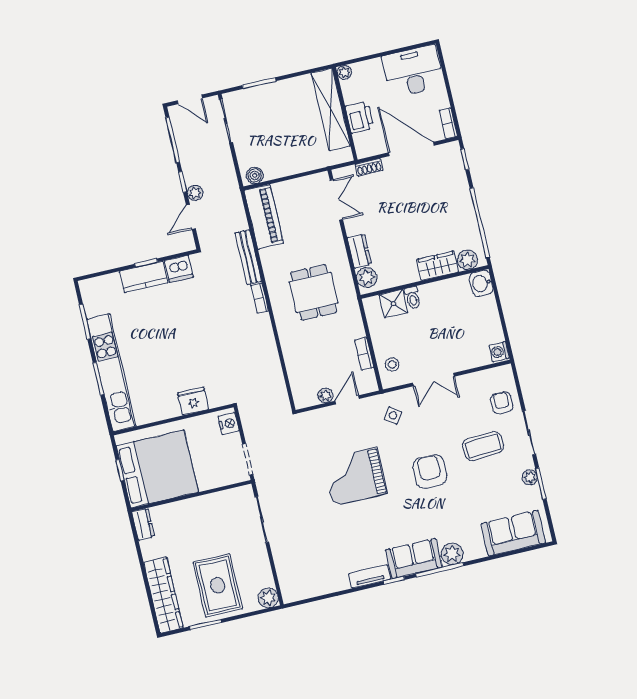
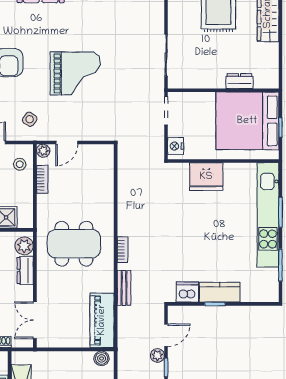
bench: (248, 257) -> (124, 288), width x0.73
dining table: (314, 292) -> (74, 244), width x1.38
plant: (325, 395) -> (43, 151), moved
fridge: (193, 401) -> (206, 177), width x1.36, depth x1.34
dresser: (143, 524) -> (239, 81), moved, turned 90

